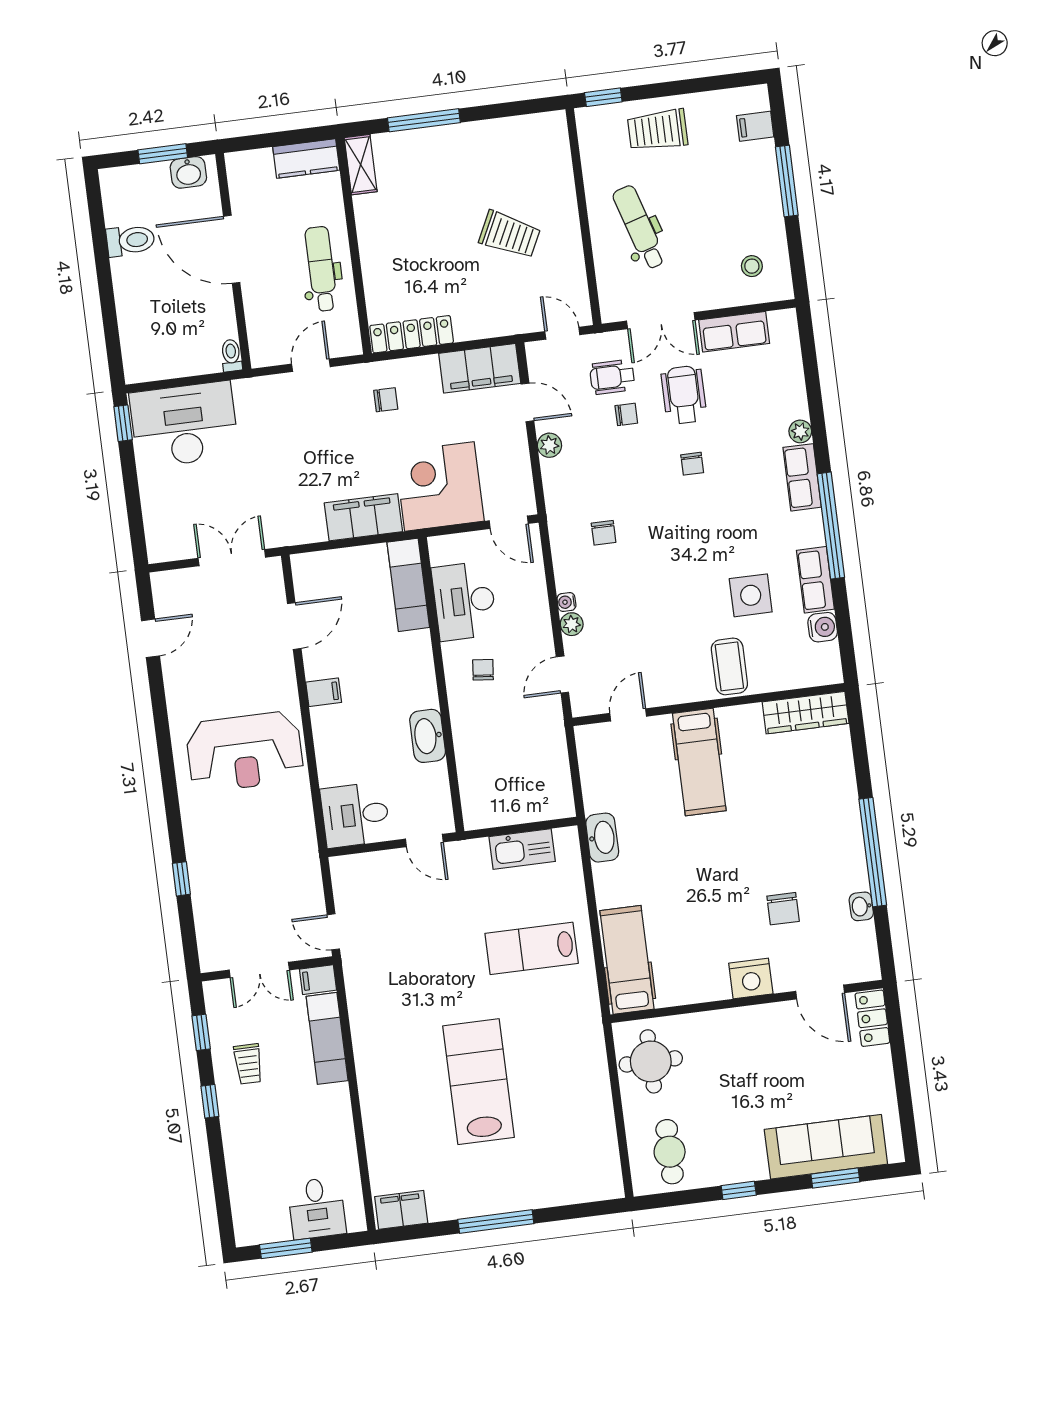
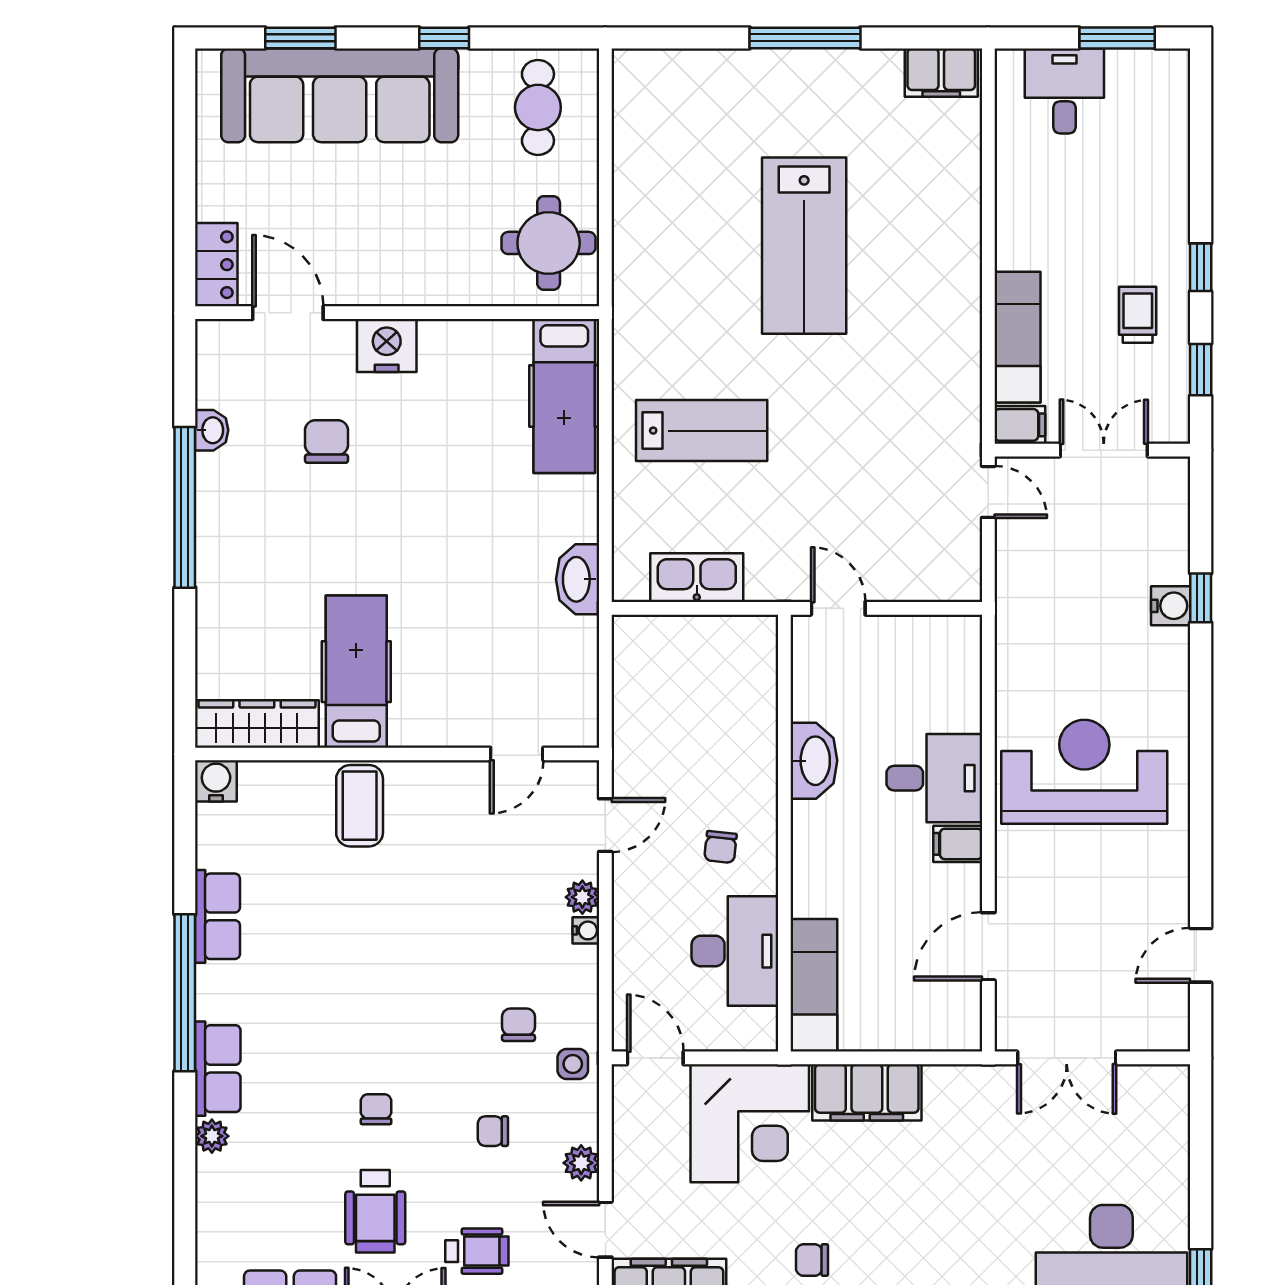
chair: (626, 414) -> (493, 1131), moved
side table: (751, 595) -> (573, 1064), moved, width x0.54, depth x0.54
water cooler: (823, 627) -> (216, 781), moved, turned 90
hospital bed: (699, 762) -> (356, 672), moved
desk: (355, 815) -> (934, 778), moved
water cooler: (201, 871) -> (1171, 606), added
sofa: (826, 1147) -> (340, 95), width x1.36, depth x1.27

